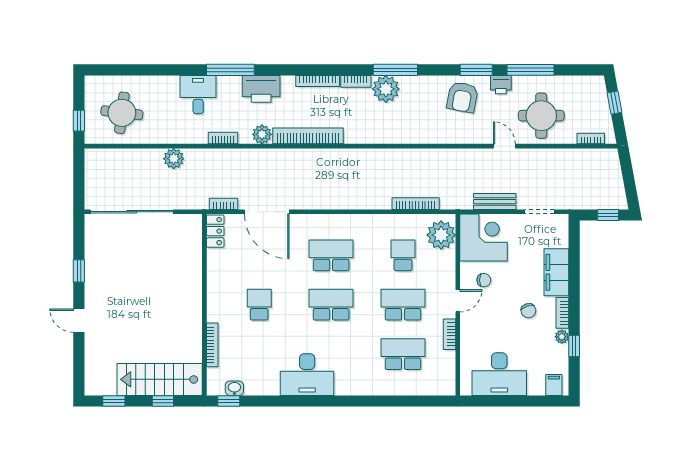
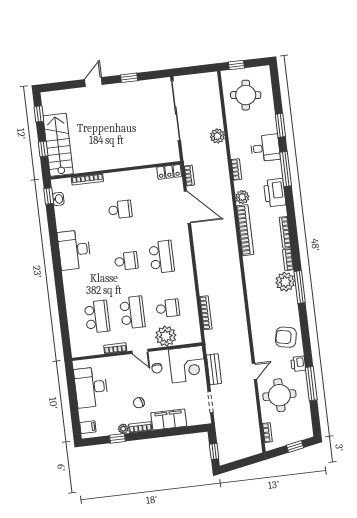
window: (476, 70) -> (280, 125), moved
door: (267, 212) -> (187, 207), swing flipped
plant: (441, 235) -> (166, 336), moved
school desk: (331, 305) -> (126, 261), width x0.54

